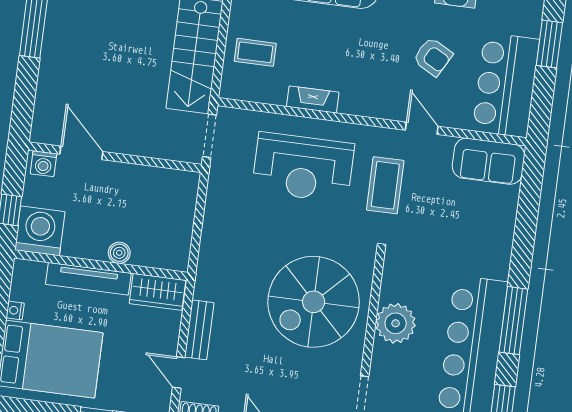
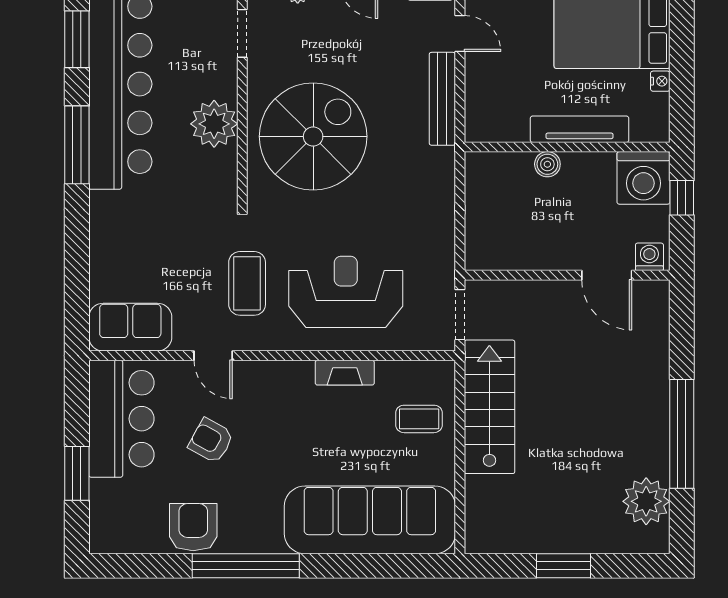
wardrobe: (157, 292) -> (497, 124), removed
bench: (199, 330) -> (442, 99), width x1.36

